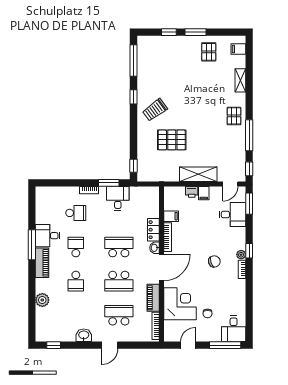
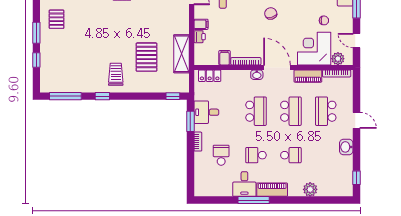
pallet: (209, 52) -> (57, 19), turned 90
trolley: (155, 110) -> (116, 74), turned -144
shelving: (198, 174) -> (182, 54), moved
locker: (153, 230) -> (210, 76), moved
school desk: (119, 247) -> (256, 111), turned 180
plant: (170, 327) -> (338, 59), added

